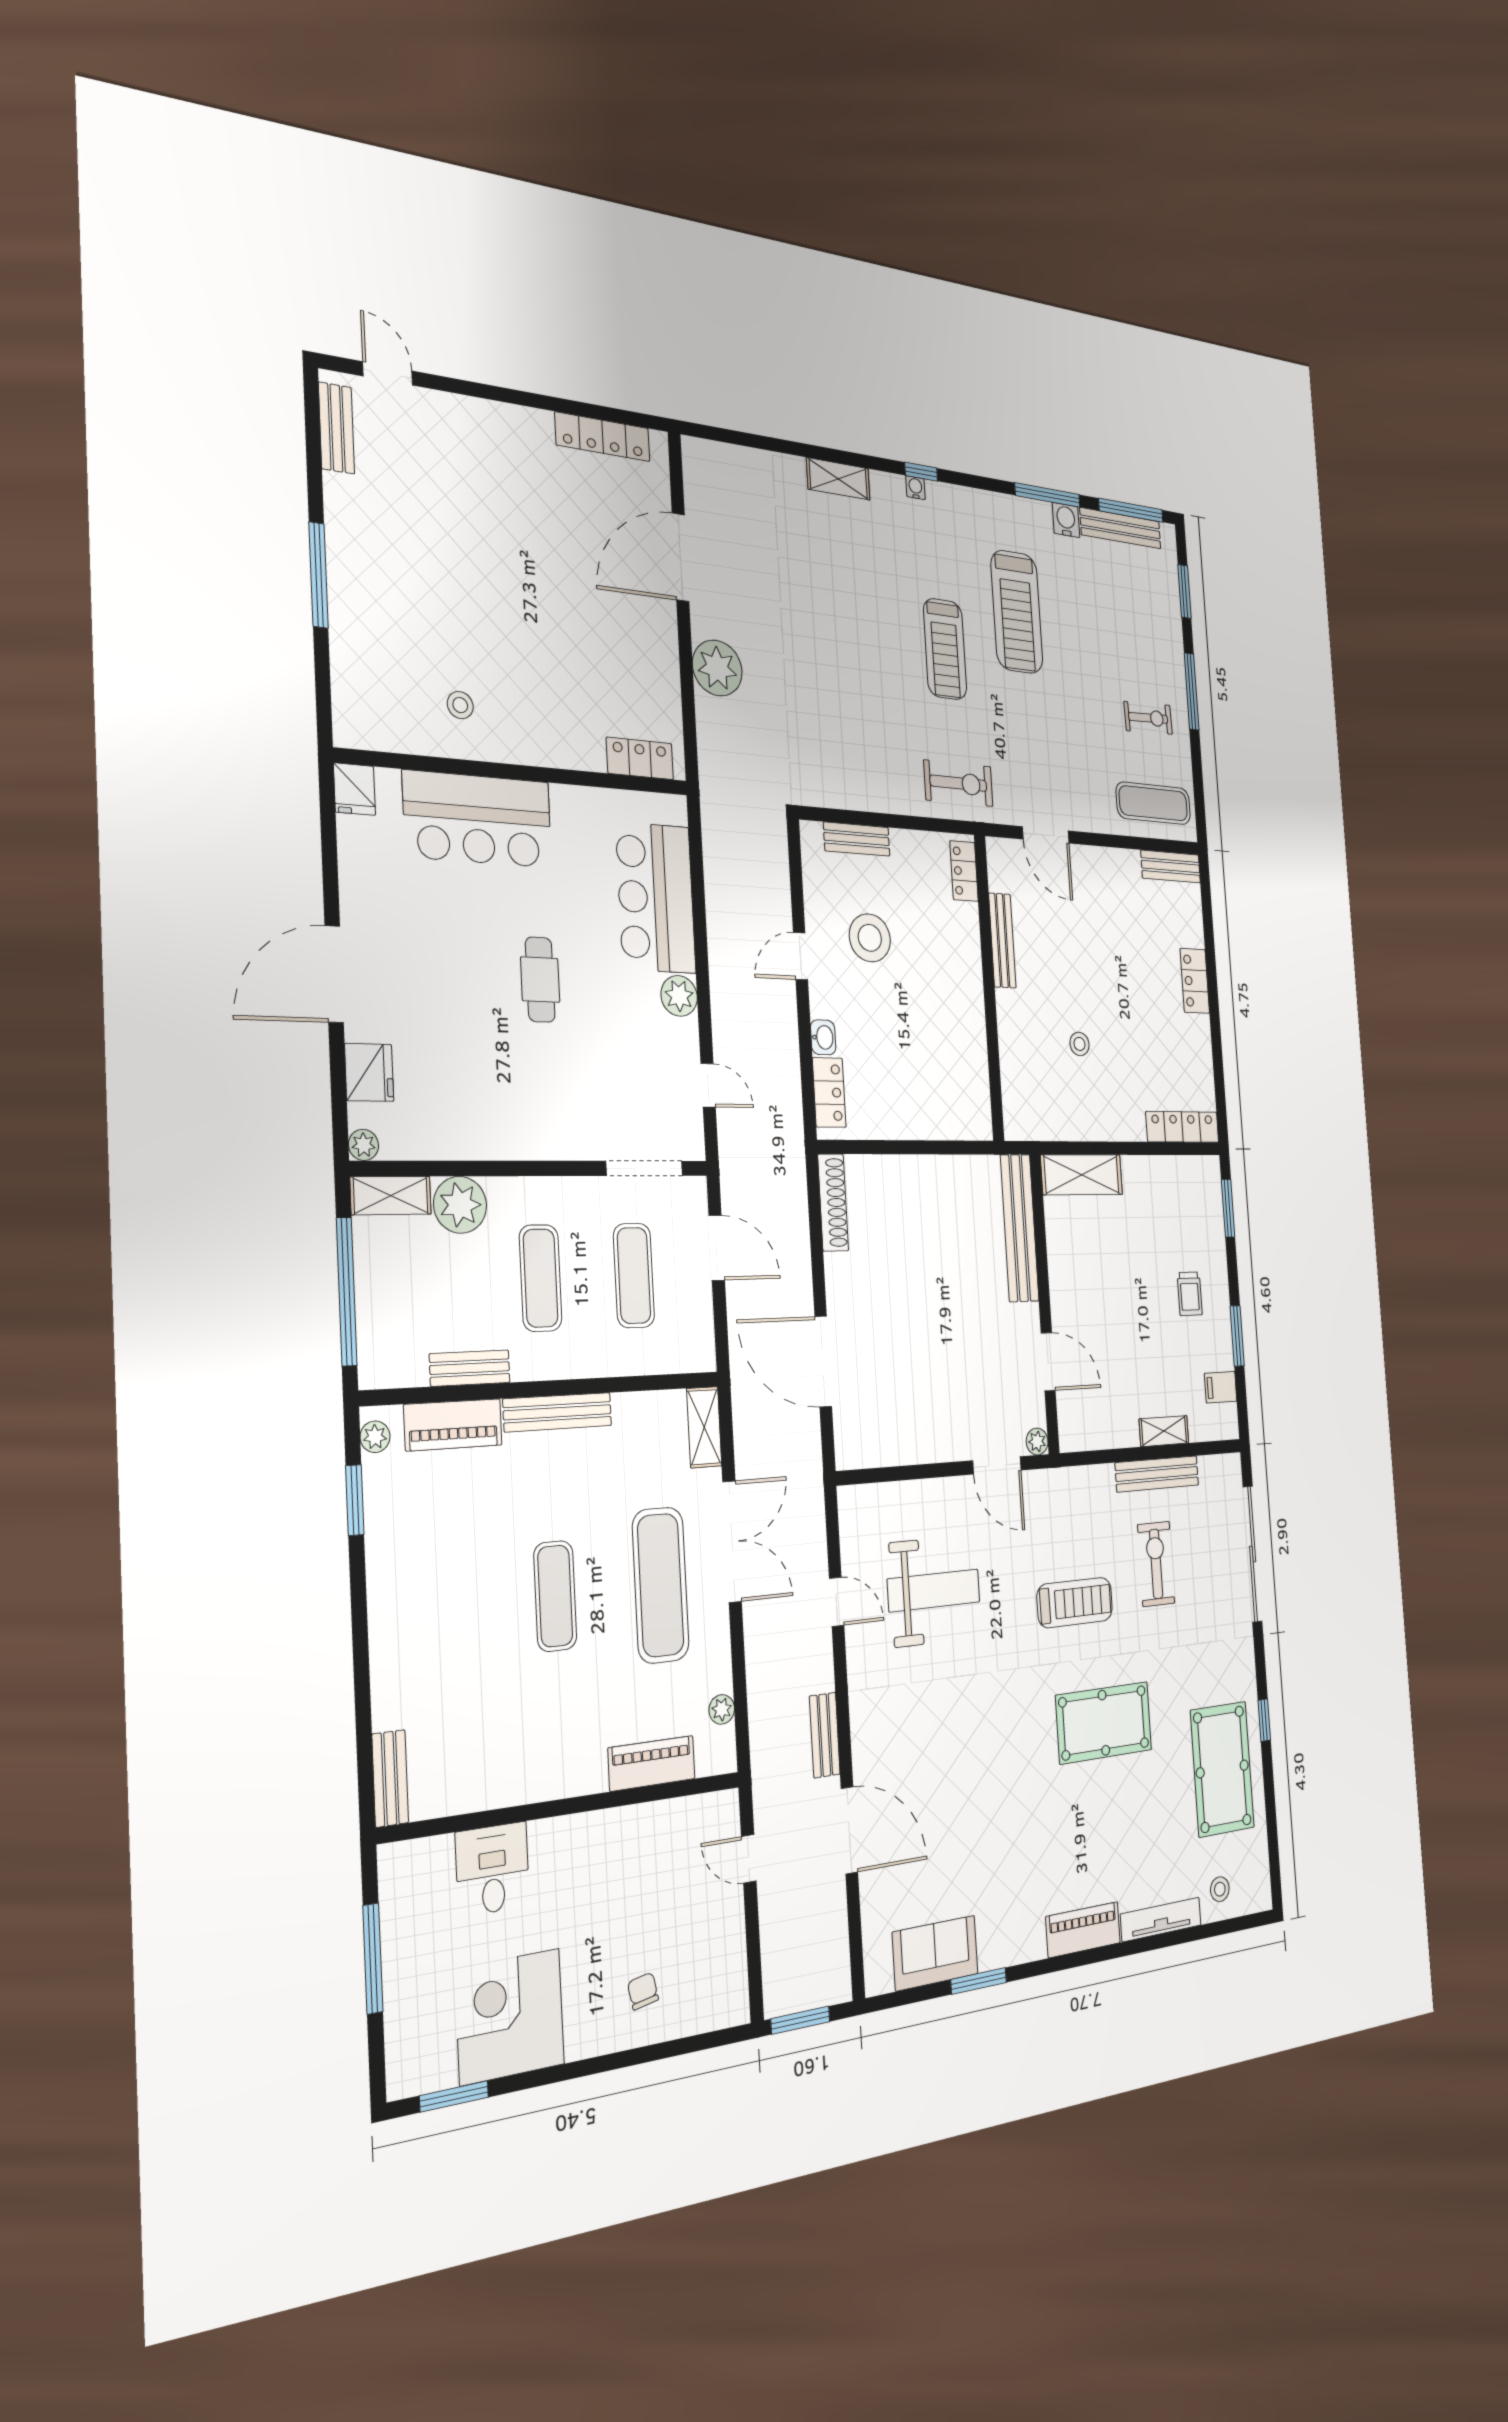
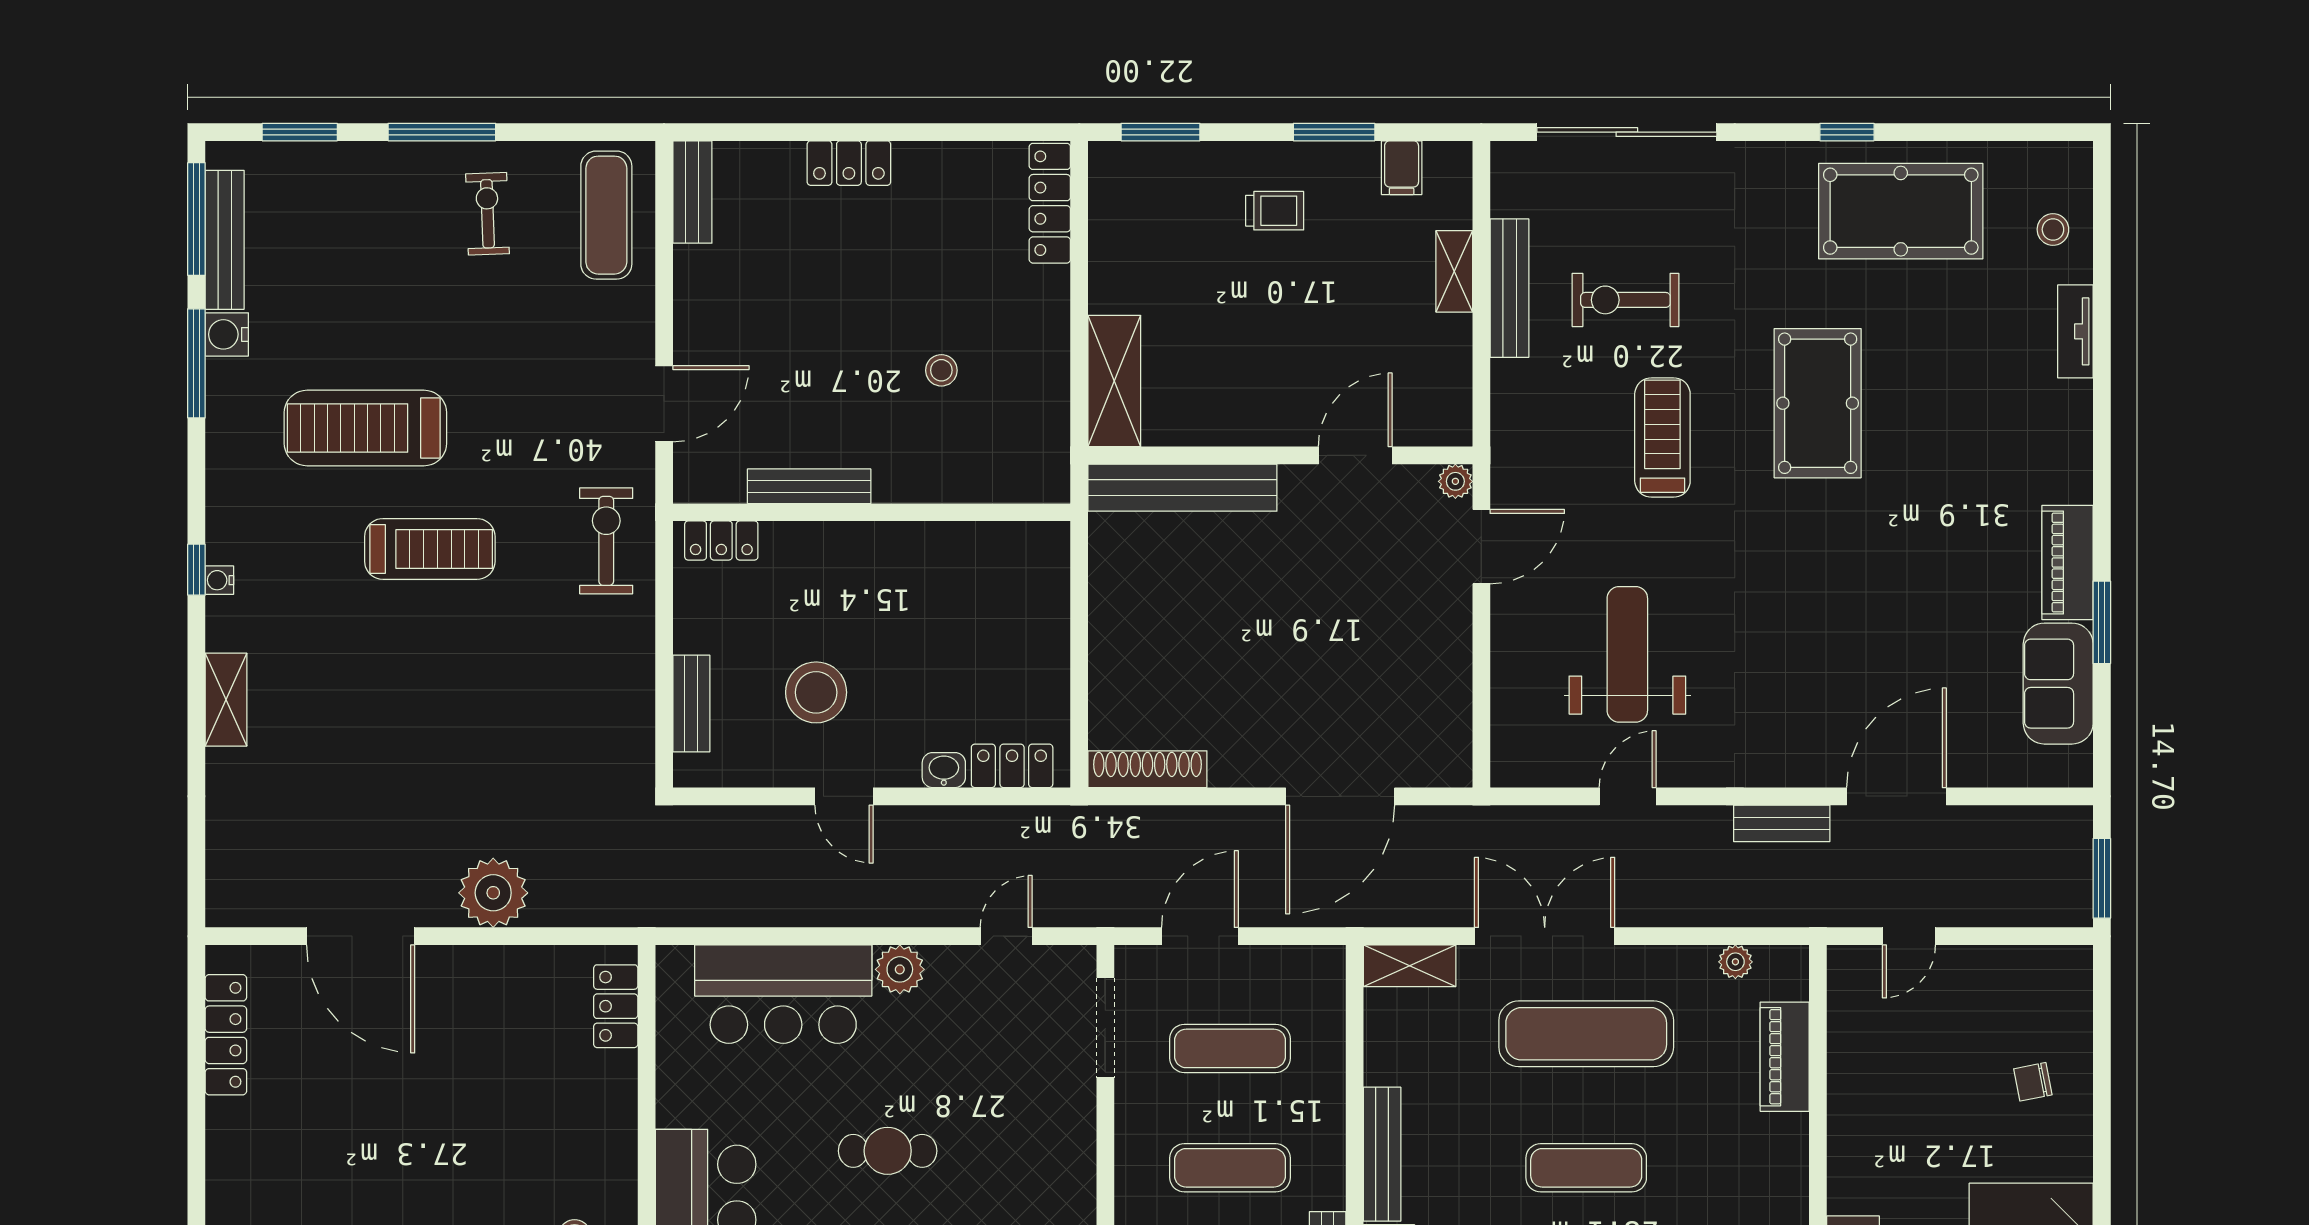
treadmill: (1017, 612) -> (365, 428), turned 180
tv unit: (1161, 1920) -> (2075, 331), width x0.71
piano: (1083, 1930) -> (2068, 562), moved

